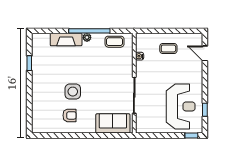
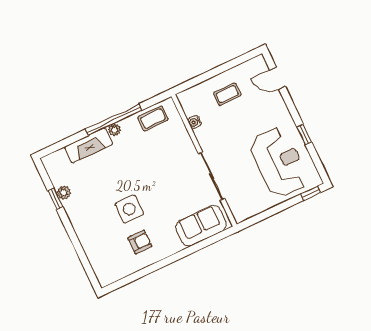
plant: (36, 62) -> (64, 193), added
window: (205, 110) -> (304, 134), moved

